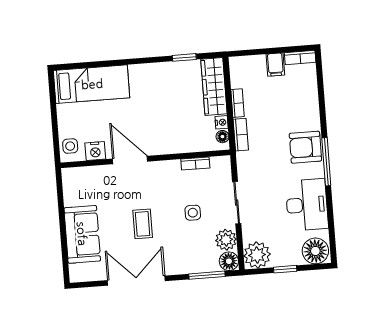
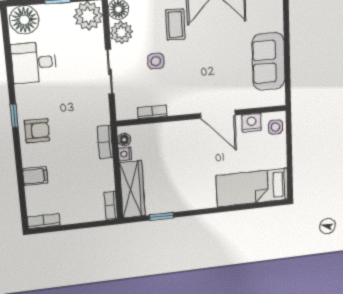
filing cabinet: (275, 65) -> (35, 176), moved, turned 90
bookcase: (238, 103) -> (111, 205), moved
armchair: (305, 147) -> (37, 131), width x0.72, depth x0.72
window: (326, 162) -> (14, 116), width x0.46
desk: (307, 205) -> (34, 63), width x0.73
coffee table: (143, 224) -> (175, 25), moved
sofa: (82, 234) -> (269, 62), moved

